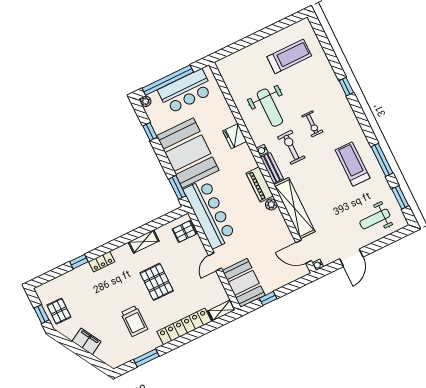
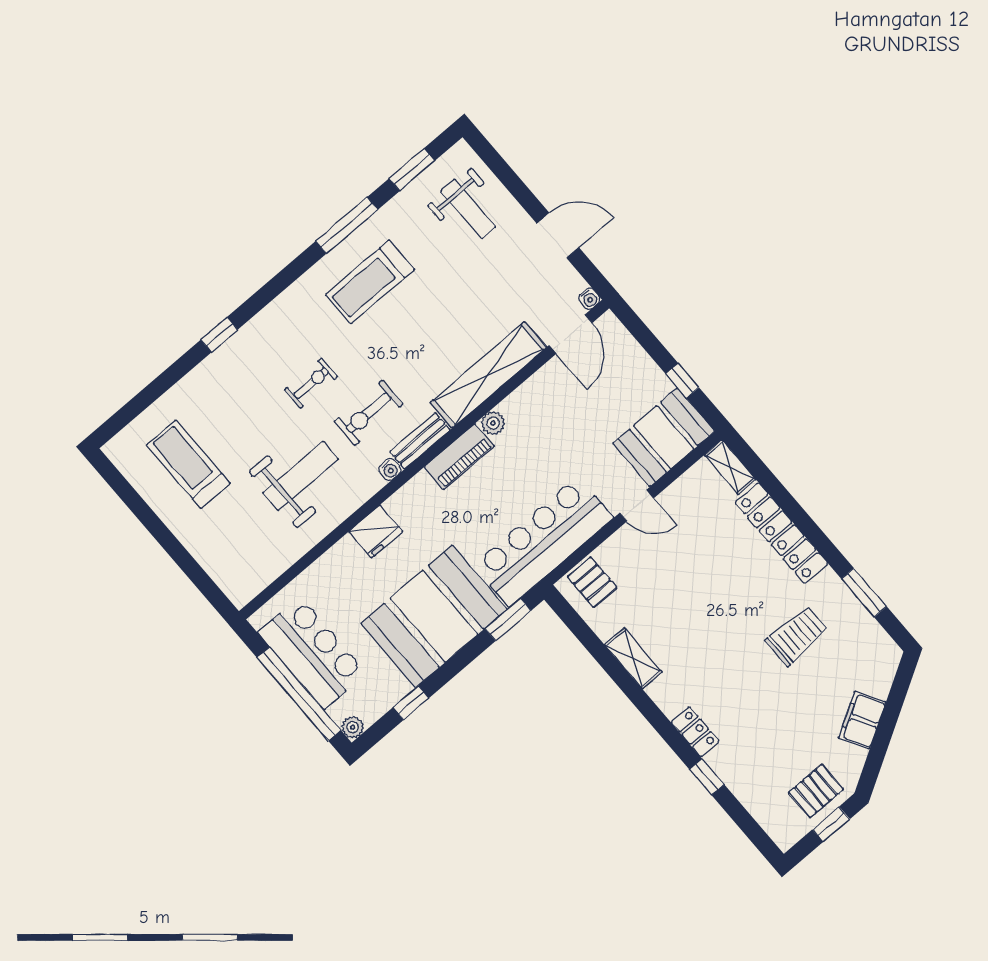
pallet: (157, 282) -> (707, 611), removed

